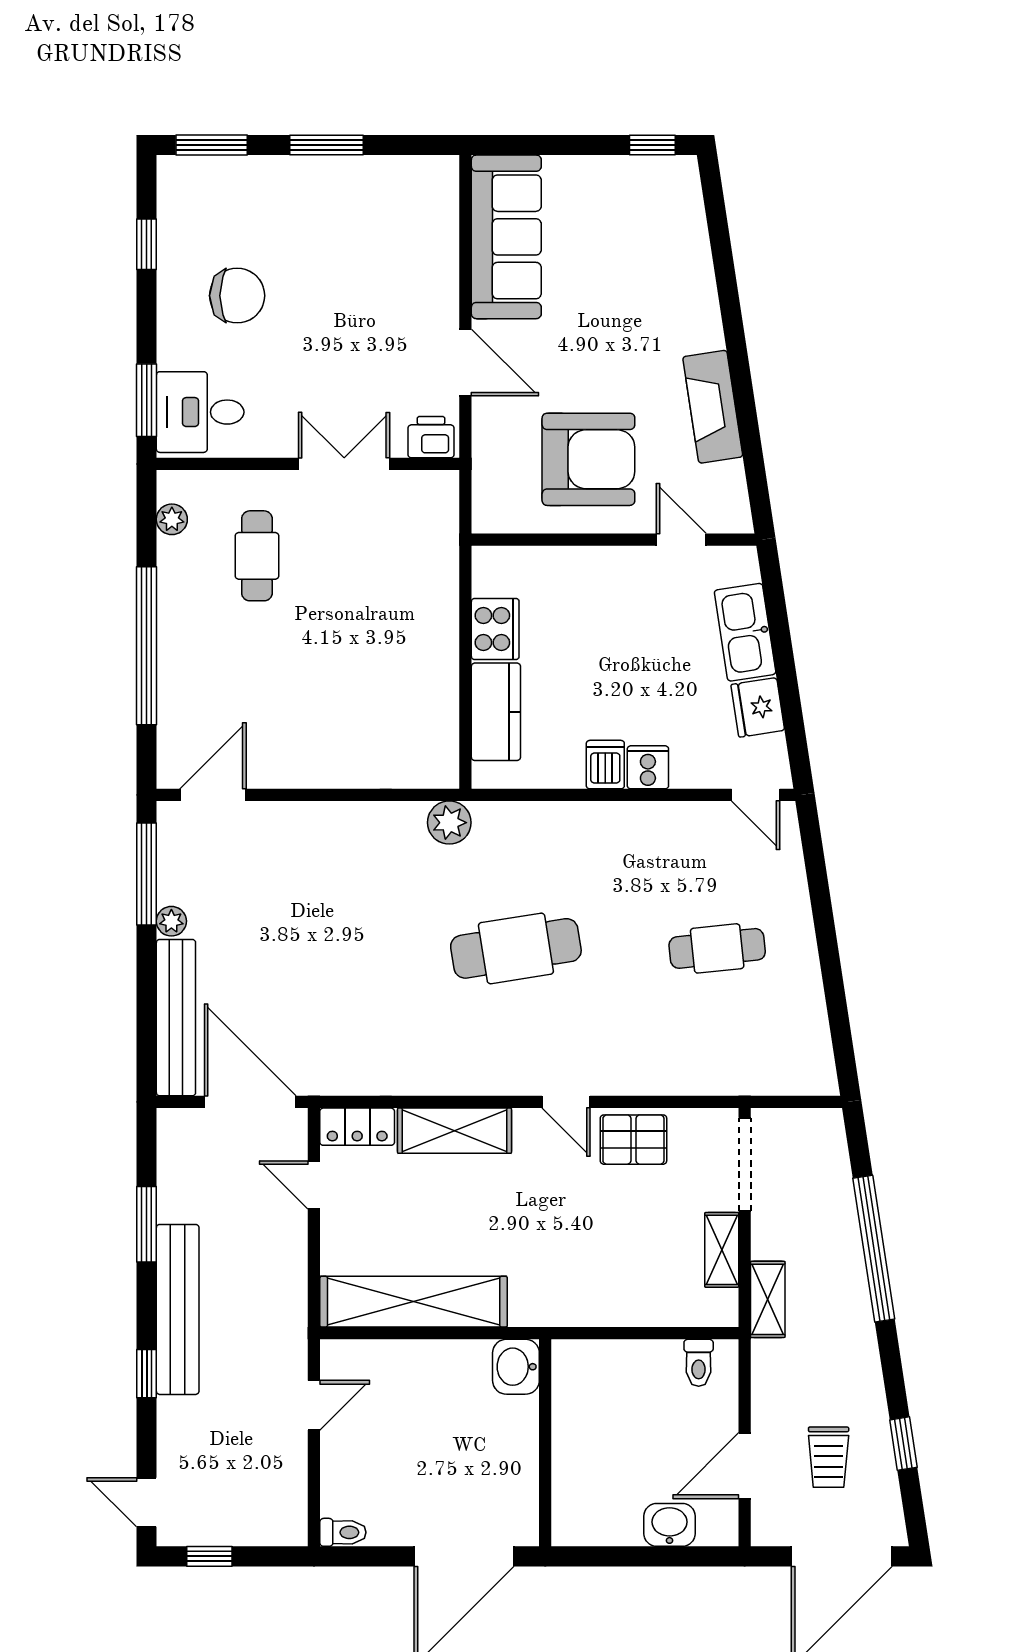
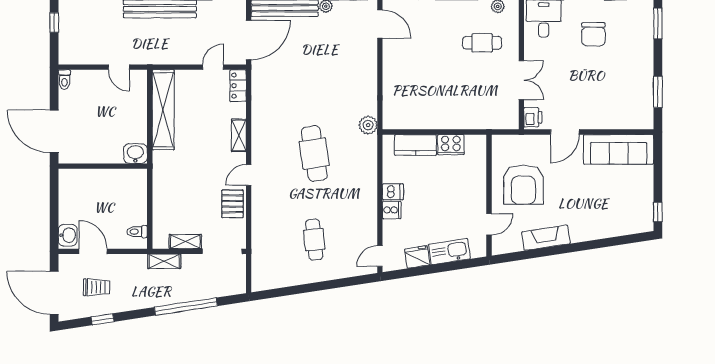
window: (326, 145) -> (658, 92), moved
shelving: (455, 1131) -> (239, 135), width x0.67, depth x0.75
trolley: (829, 1457) -> (97, 287), turned 180
washbasin: (670, 1525) -> (68, 235), moved

